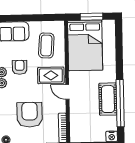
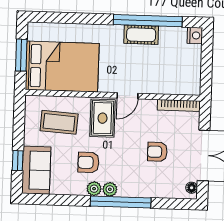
window: (18, 18) -> (18, 161), added
cot: (108, 99) -> (141, 35), width x0.73, depth x0.75
armchair: (30, 115) -> (157, 152), width x0.53, depth x0.53

